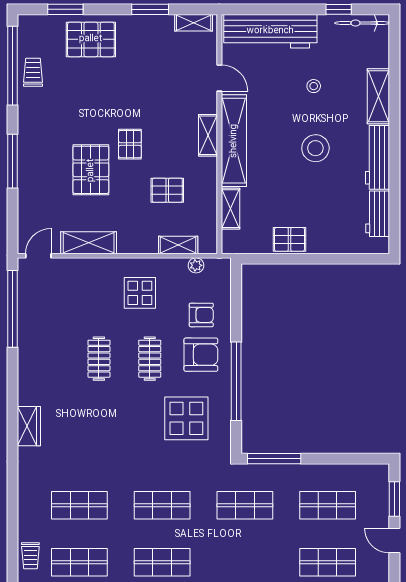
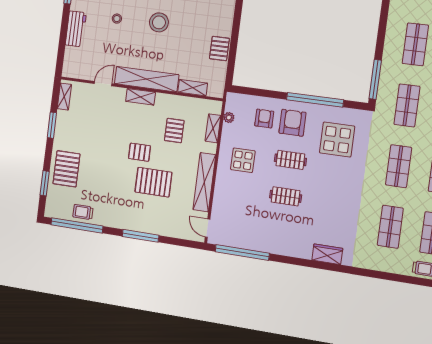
workbench: (270, 31) -> (76, 29), width x0.53, depth x0.76
shelving: (89, 243) -> (204, 182), width x1.47

